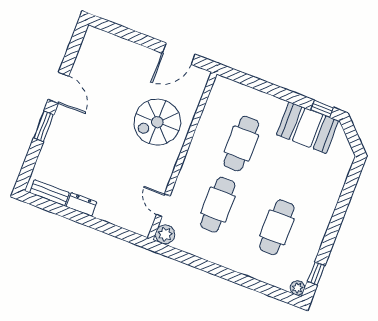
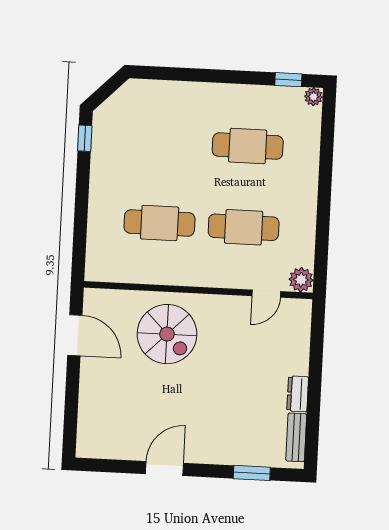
window: (44, 126) -> (252, 473), moved
booth: (308, 128) -> (114, 148), removed

